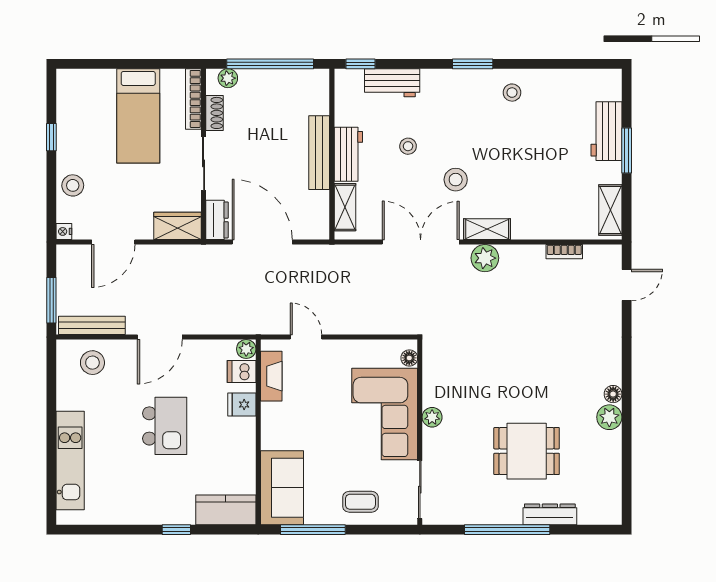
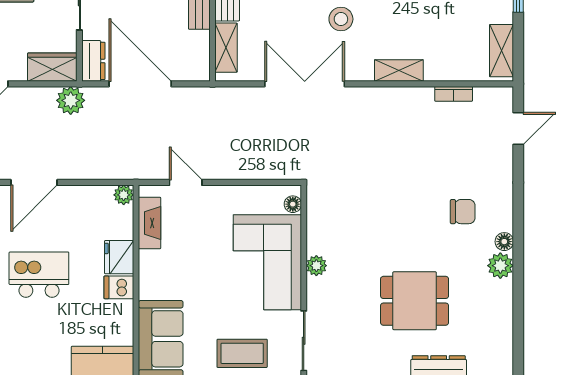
shelving: (487, 229) -> (399, 70), moved
plant: (485, 258) -> (71, 100), moved
chair: (573, 365) -> (463, 212), added
dishwasher: (242, 372) -> (119, 287), moved
fridge: (242, 405) -> (119, 257), width x1.38
kitchen island: (165, 426) -> (39, 275), turned -90
coffee table: (360, 502) -> (242, 353), width x1.36, depth x1.30

